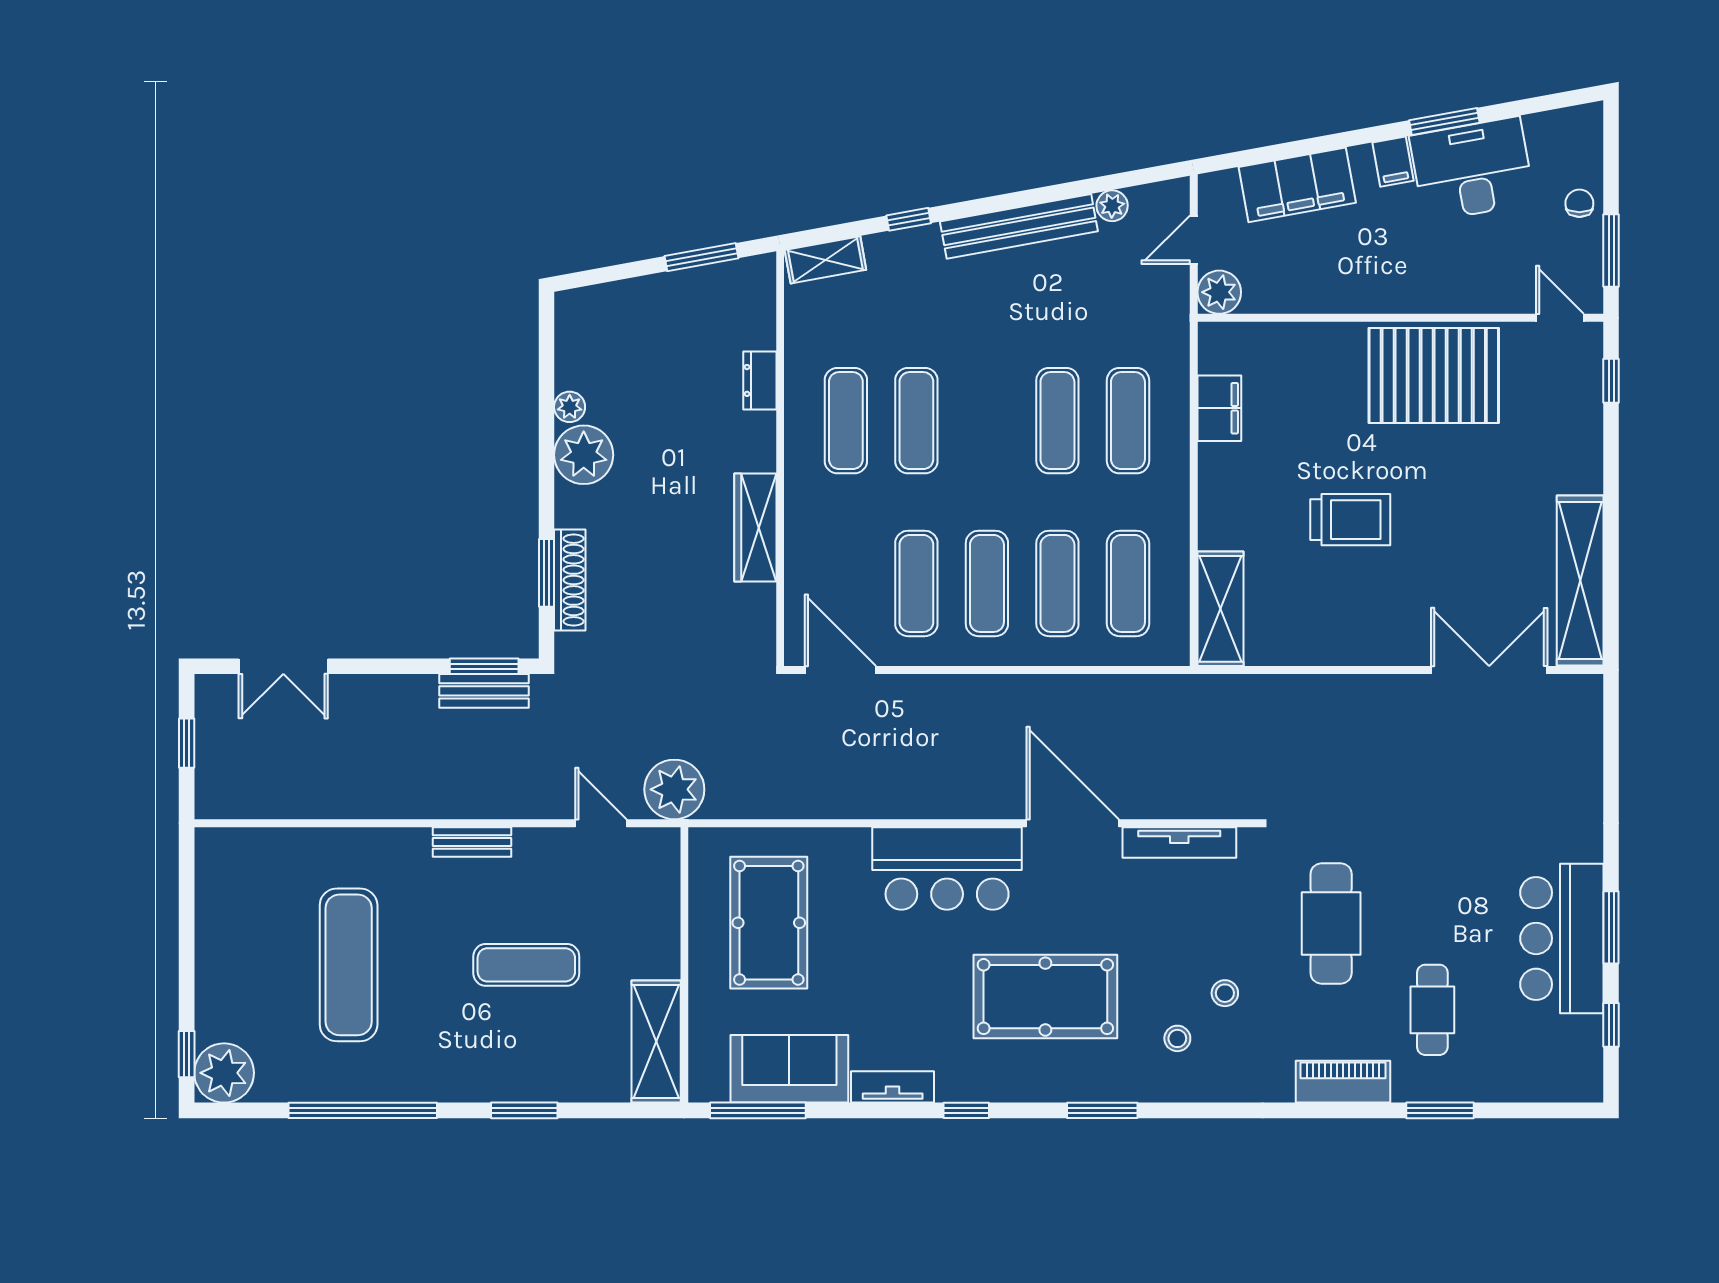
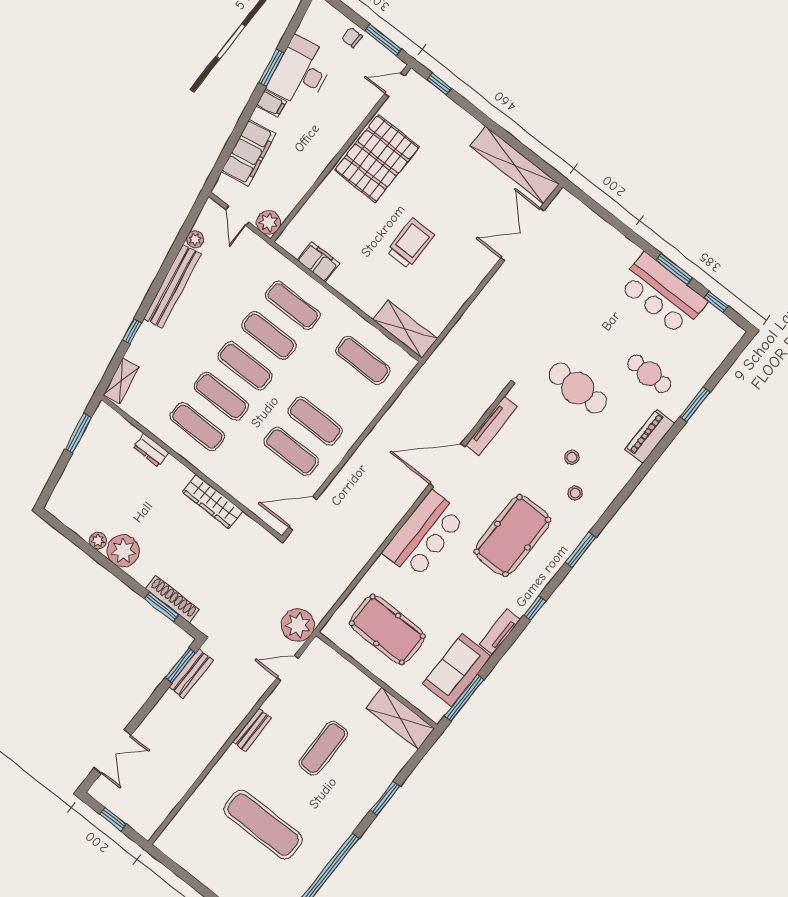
exercise mat: (1057, 583) -> (245, 366), moved

